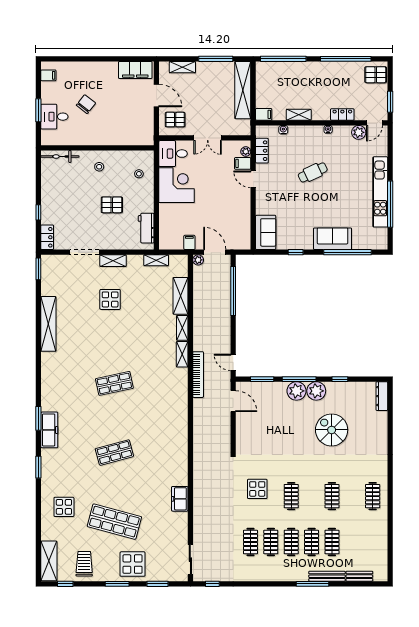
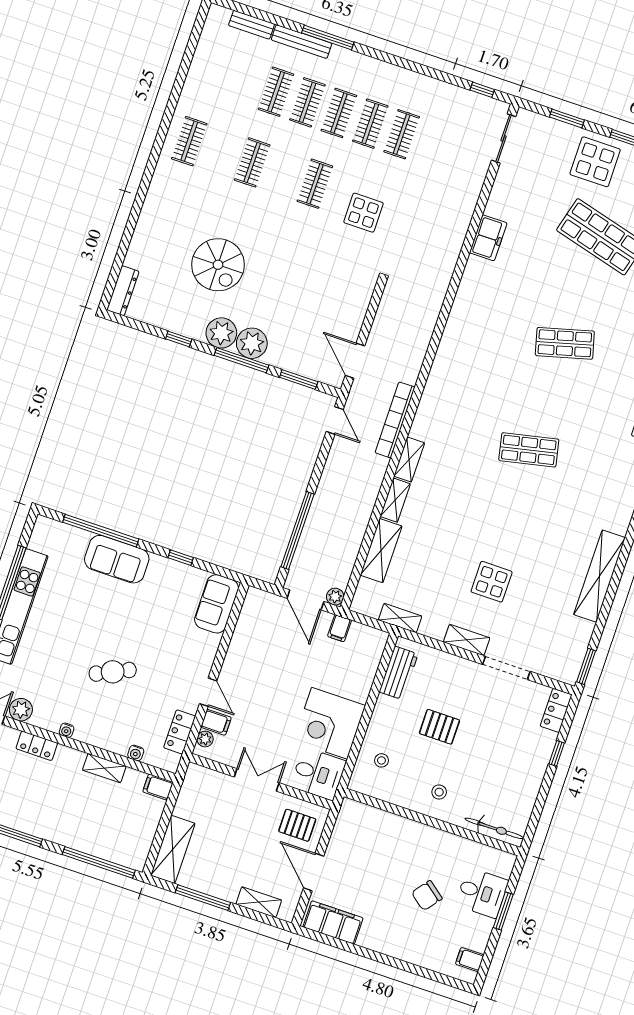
shelving: (243, 90) -> (173, 849), width x0.68

